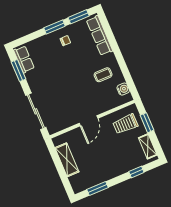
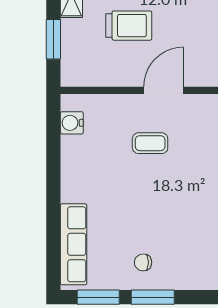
coffee table: (103, 75) -> (150, 143), moved
trolley: (125, 124) -> (129, 26), moved

